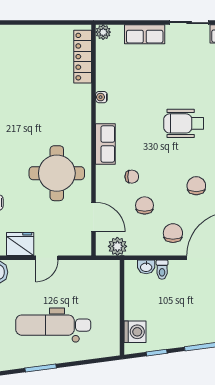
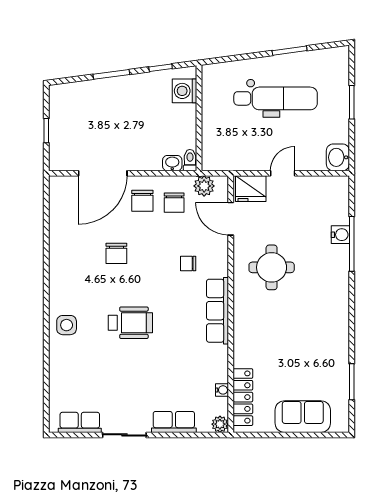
sofa: (29, 39) -> (303, 417), added
water cooler: (101, 97) -> (222, 390), moved
row of seats: (105, 144) -> (218, 311), width x1.48
round table: (57, 173) -> (272, 267), width x0.73, depth x0.73
chair: (145, 205) -> (174, 203), moved
fridge: (20, 244) -> (251, 189), moved
toilet: (162, 270) -> (190, 160), moved

